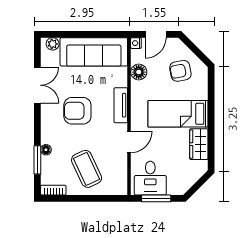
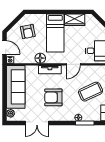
floor lamp: (139, 72) -> (40, 58), moved
double door: (37, 85) -> (37, 123), swing flipped
armchair: (77, 111) -> (53, 97), turned 90
door: (129, 142) -> (73, 64), swing flipped

